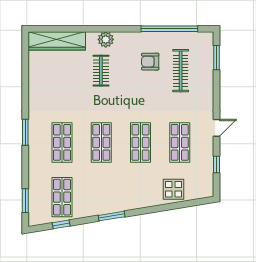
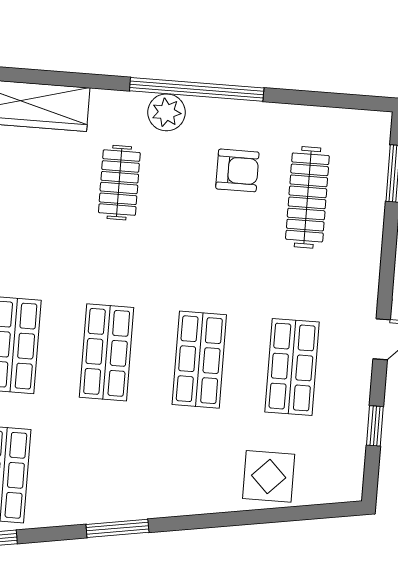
window: (169, 29) -> (197, 89), moved
plant: (106, 39) -> (166, 112), moved
armchair: (150, 62) -> (237, 170), turned 180

